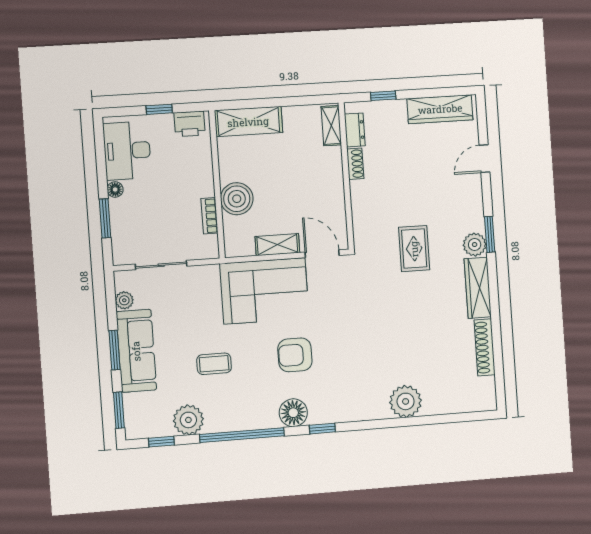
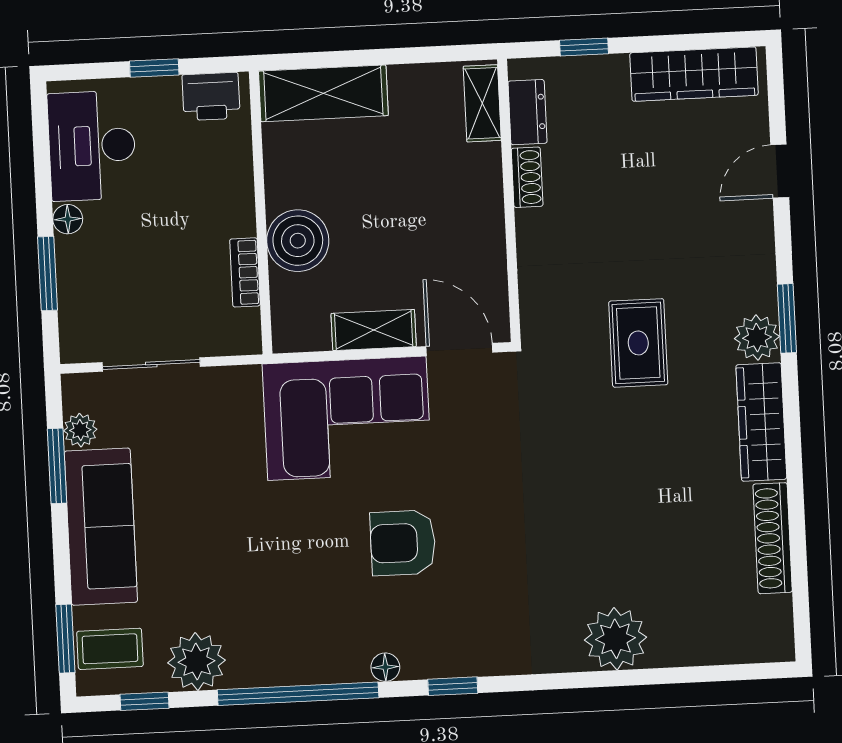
window: (115, 350) -> (57, 466), moved
coffee table: (214, 364) -> (110, 649), moved
floor lamp: (293, 413) -> (385, 667), width x0.53, depth x0.53

